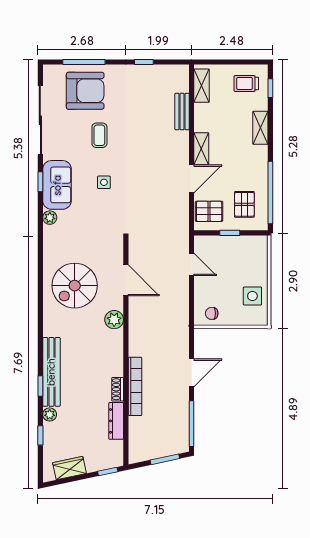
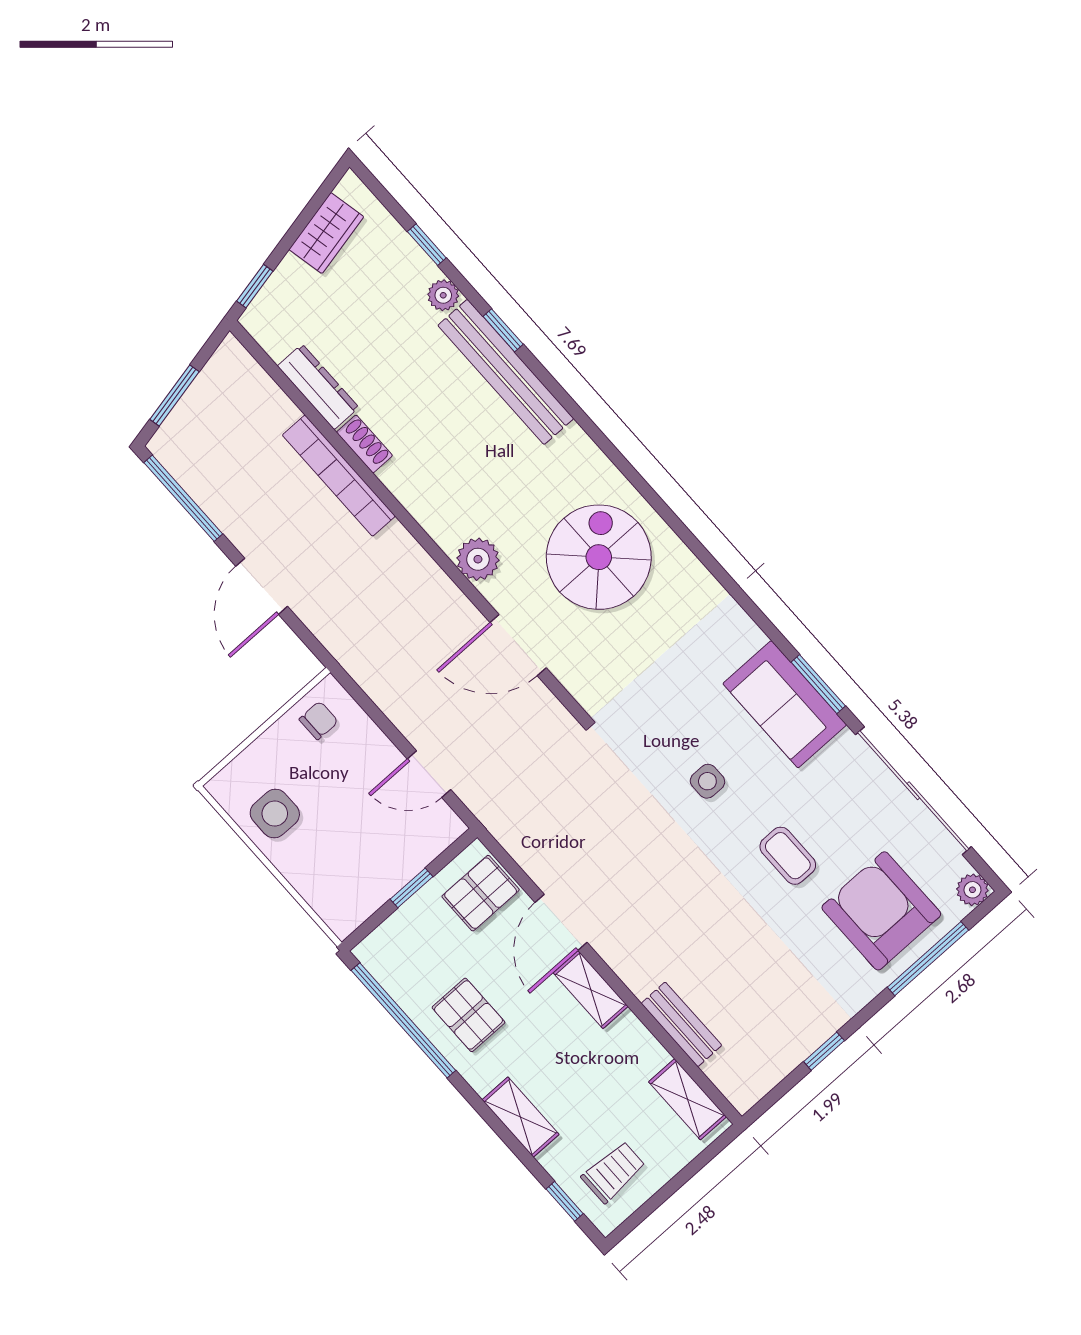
armchair: (85, 91) -> (881, 911), turned 90
window: (40, 182) -> (818, 684), width x1.50
pallet: (244, 204) -> (468, 1015), moved
plant: (50, 218) -> (972, 890), moved

